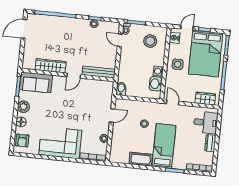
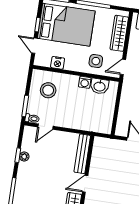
nightstand: (175, 38) -> (58, 63), moved
side table: (178, 64) -> (96, 61), moved
door: (74, 76) -> (85, 184), swing flipped
bidet: (121, 89) -> (104, 128), removed
wardrobe: (205, 99) -> (119, 33), width x1.50

